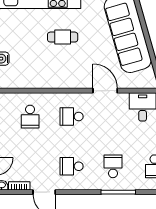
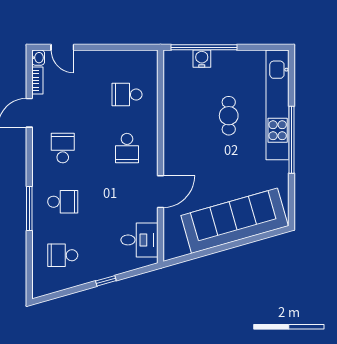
cafe table: (63, 37) -> (229, 116), moved
school desk: (72, 117) -> (127, 148), turned 180

